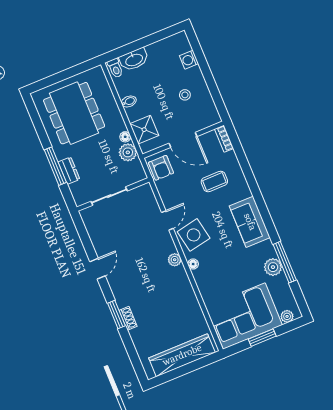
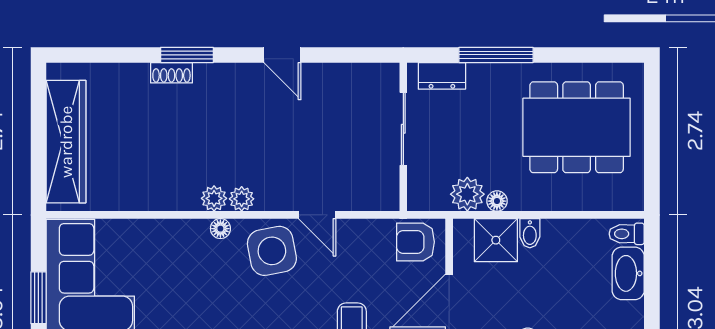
bidet: (129, 101) -> (530, 233), moved
dresser: (69, 171) -> (442, 76), moved
plant: (180, 273) -> (214, 198), added

